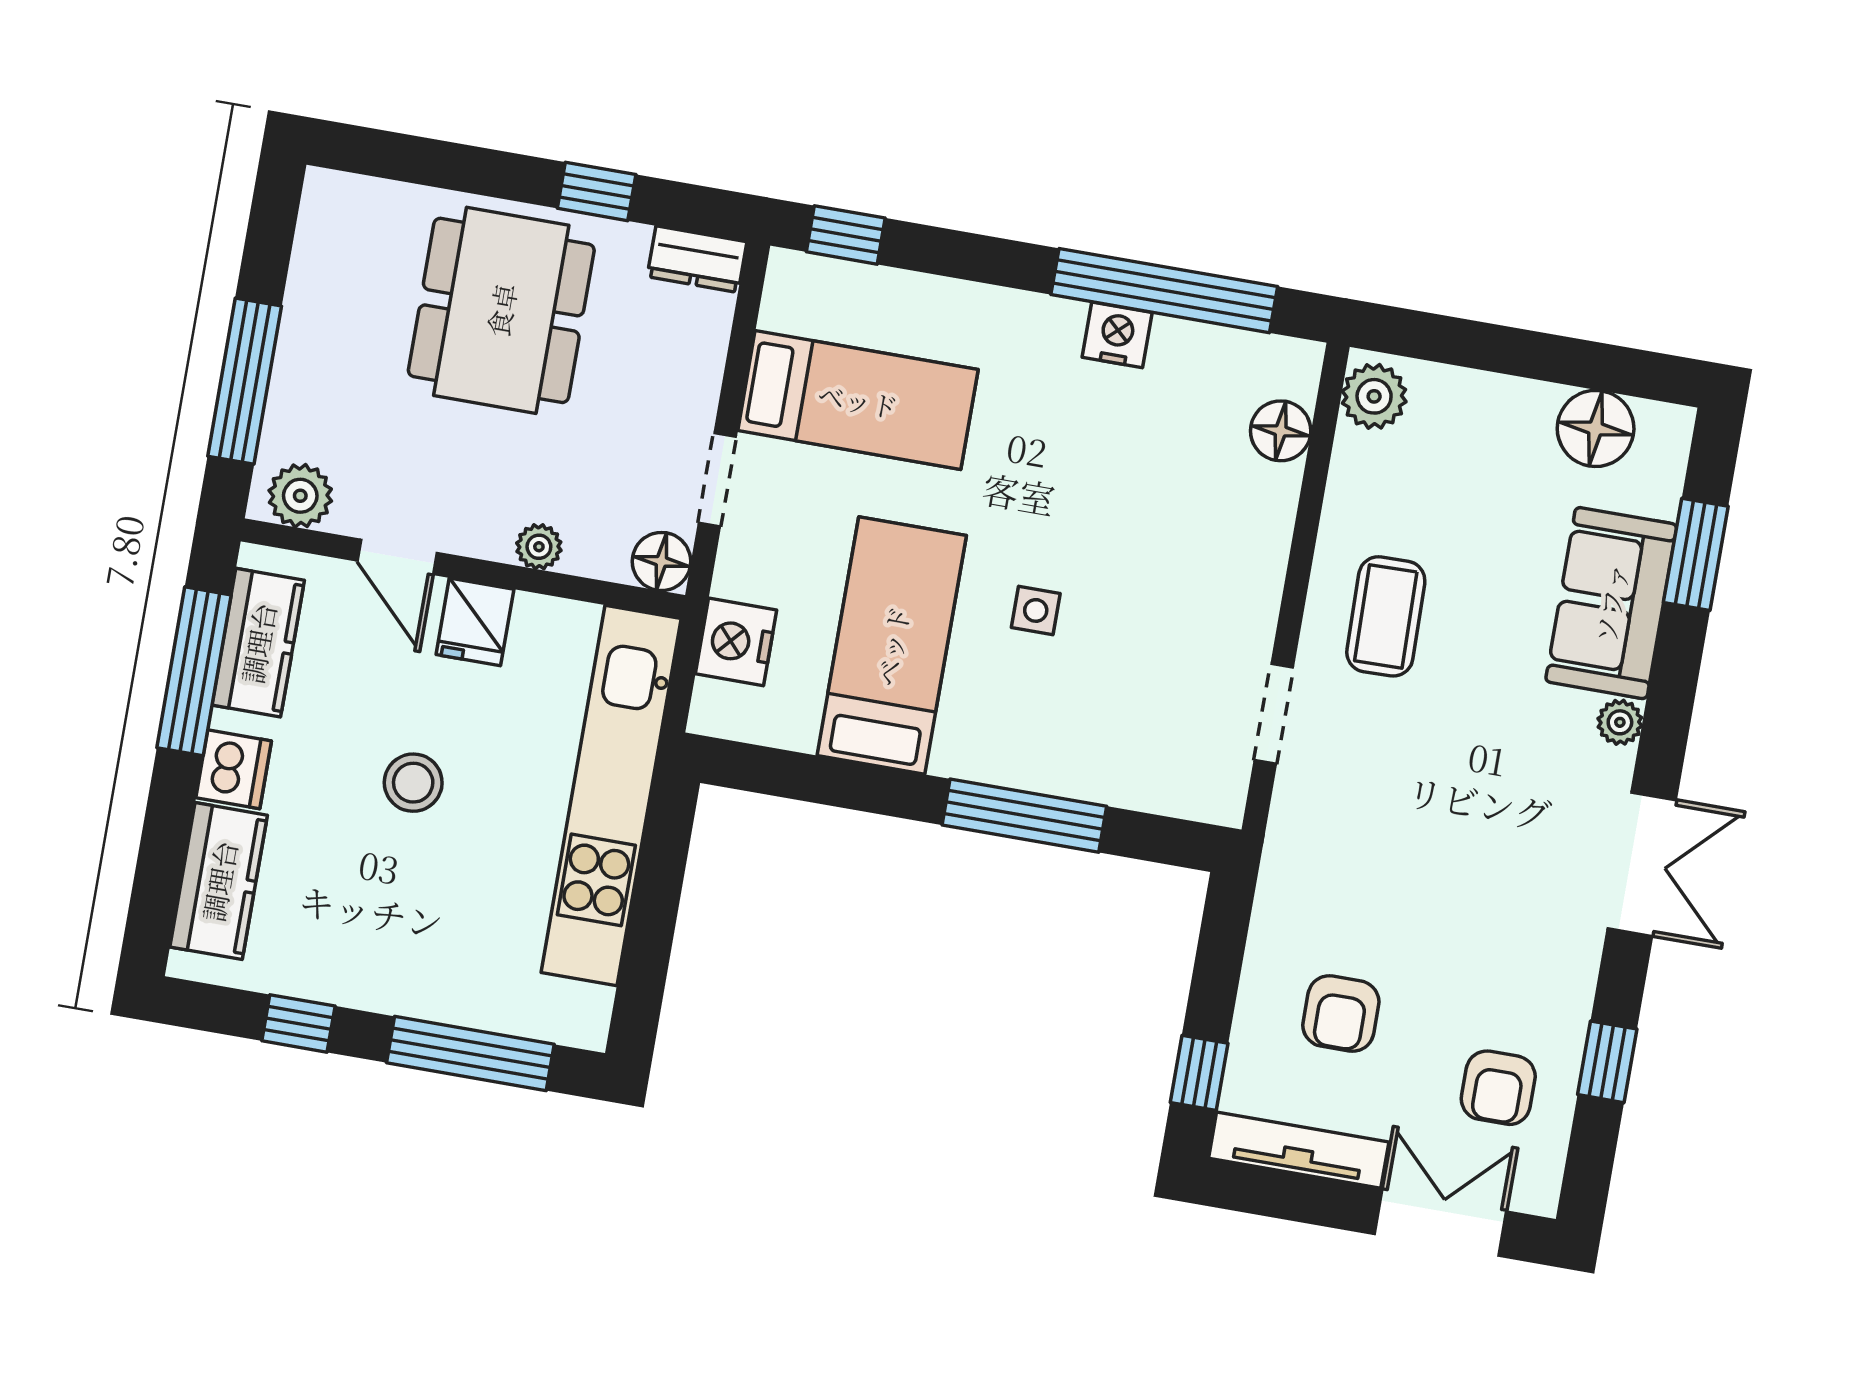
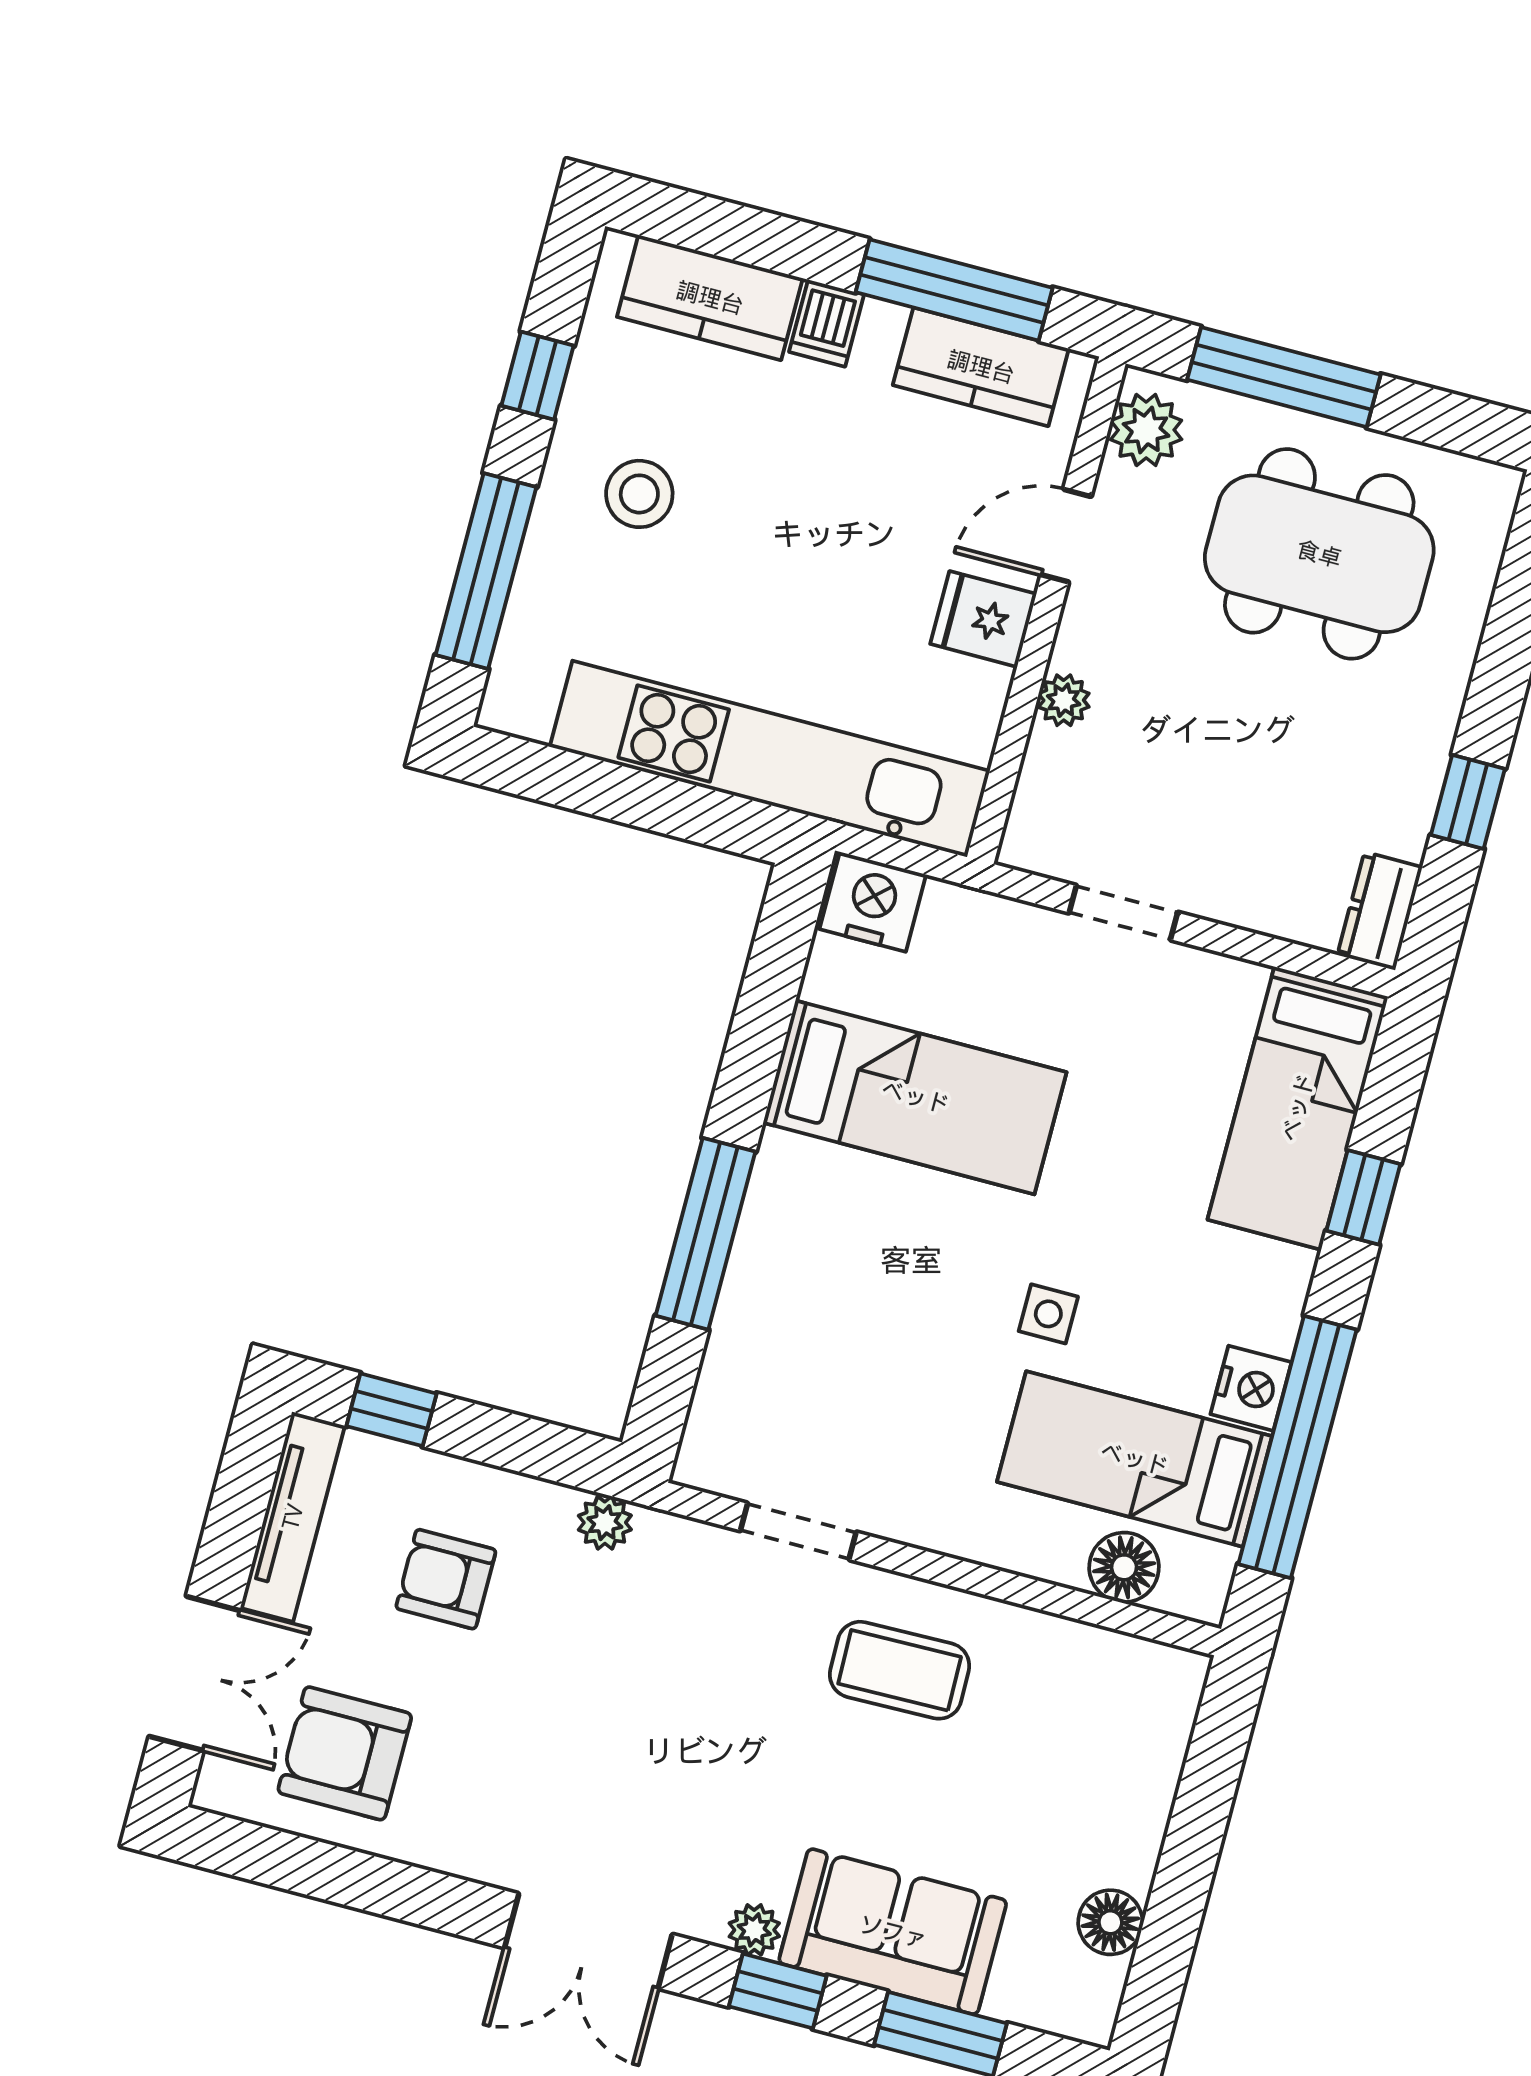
window: (846, 235) -> (1363, 1197), moved
dining table: (501, 310) -> (1319, 554), moved
plant: (1374, 396) -> (605, 1523), moved, width x0.73, depth x0.73
bed: (858, 400) -> (1298, 1108), moved
floor lamp: (1596, 428) -> (1110, 1922), width x0.73, depth x0.73
bed: (1187, 430) -> (1134, 1459), added
floor lamp: (661, 561) -> (1035, 840), removed
side table: (1036, 610) -> (1048, 1314), moved
nightstand: (736, 642) -> (873, 902), moved
dishwasher: (234, 769) -> (827, 323), width x0.73
stool: (413, 783) -> (639, 494), moved
window: (1607, 1062) -> (778, 1991), moved
armchair: (1498, 1088) -> (345, 1753), width x1.38, depth x1.38

